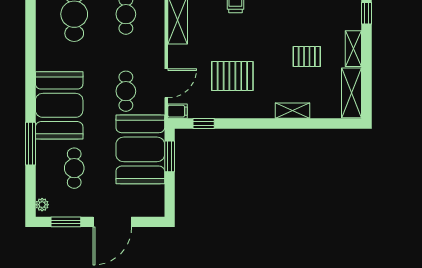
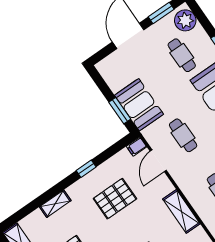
window: (204, 123) -> (86, 169), moved
booth: (140, 149) -> (139, 105), width x0.73, depth x0.70
plant: (42, 205) -> (185, 20), width x1.88, depth x1.88

